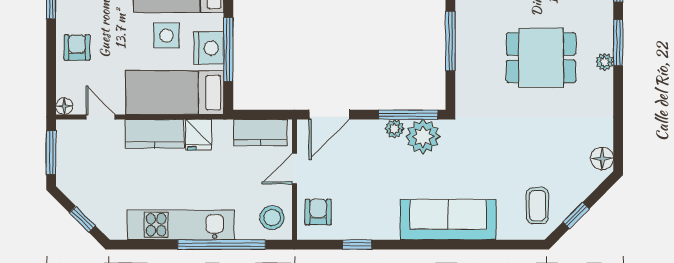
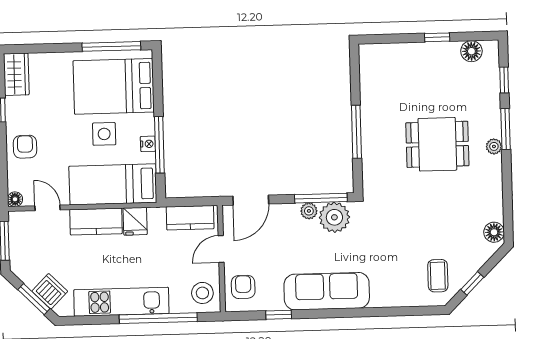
nightstand: (209, 48) -> (148, 144), width x0.53, depth x0.56
dishwasher: (100, 211) -> (50, 291), added
window: (82, 219) -> (34, 299), width x1.50
sofa: (448, 220) -> (327, 291), moved

